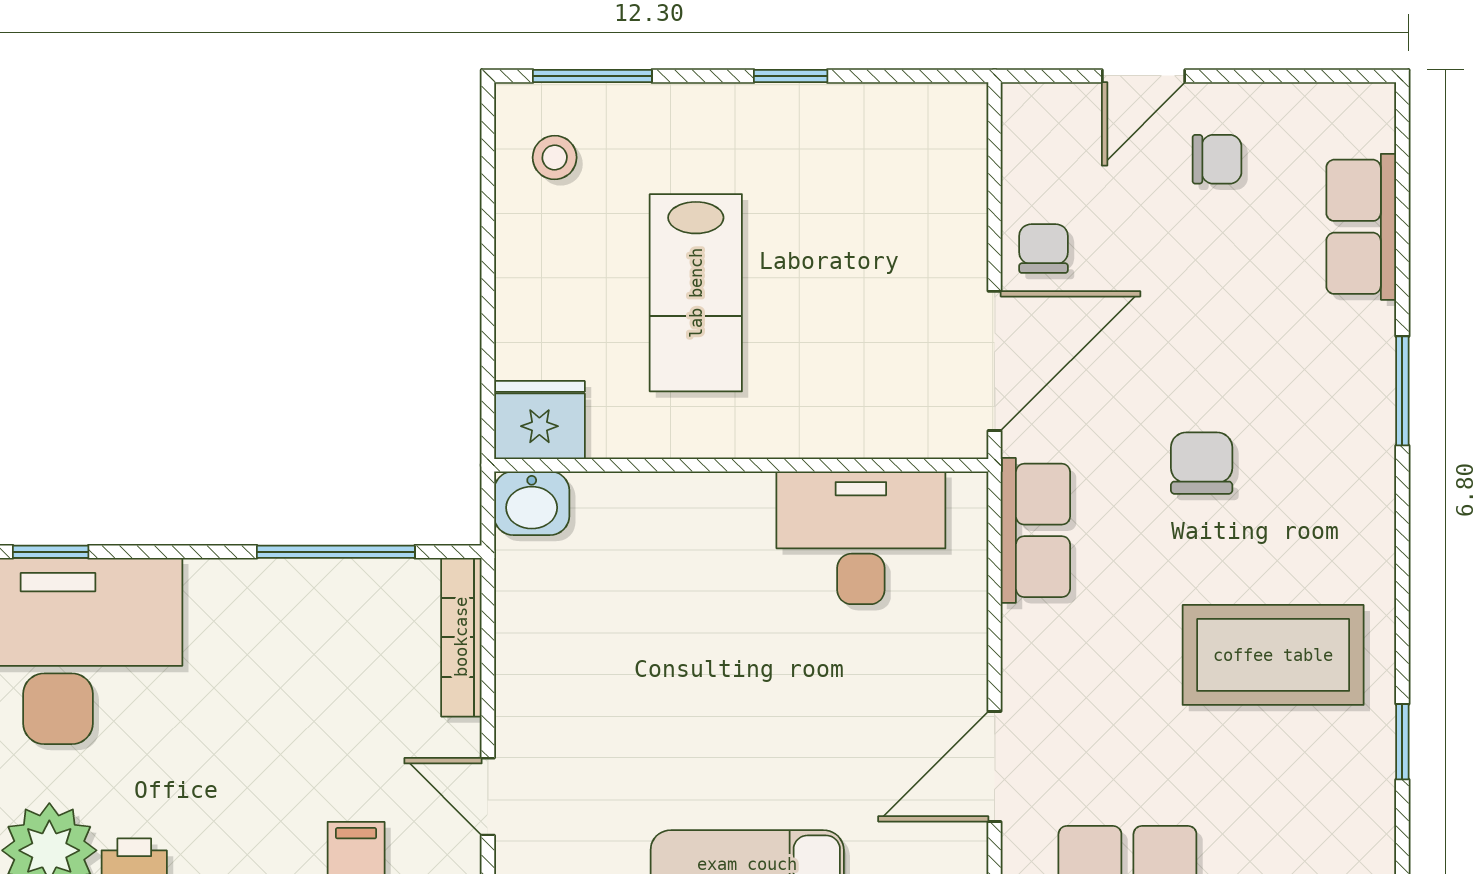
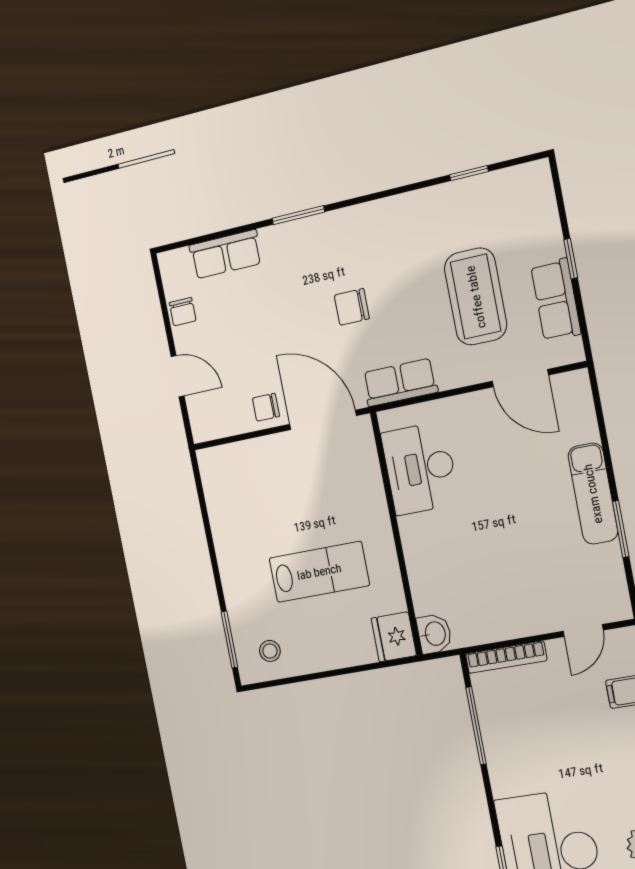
window: (791, 76) -> (211, 545), removed
chair: (1217, 159) -> (183, 312), moved, turned 180
coffee table: (1273, 655) -> (476, 297), moved

